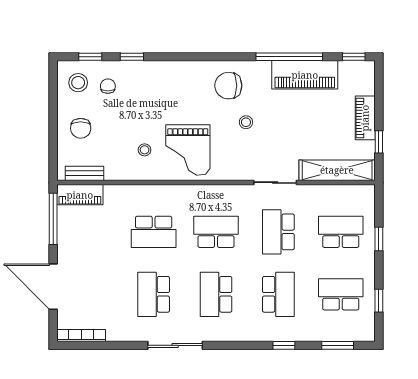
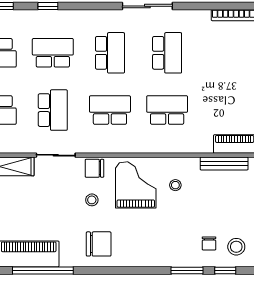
window: (132, 57) -> (187, 270), width x1.50
stool: (246, 122) -> (92, 200), moved
chair: (81, 128) -> (94, 168), moved, turned -90
bench: (84, 173) -> (224, 164), width x1.36
school desk: (216, 232) -> (110, 110), turned 180
school desk: (278, 294) -> (53, 53), turned 90

